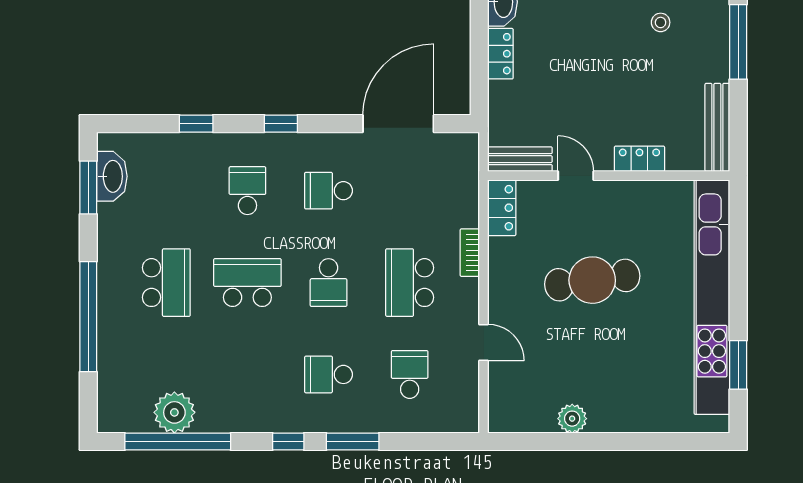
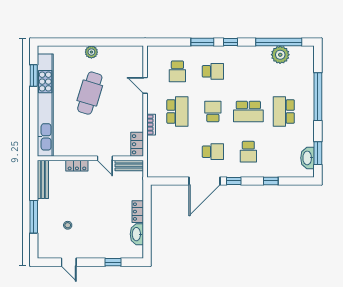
door: (398, 124) -> (205, 181), moved
cafe table: (592, 280) -> (90, 93), moved, turned -65
plant: (572, 419) -> (91, 52), moved

